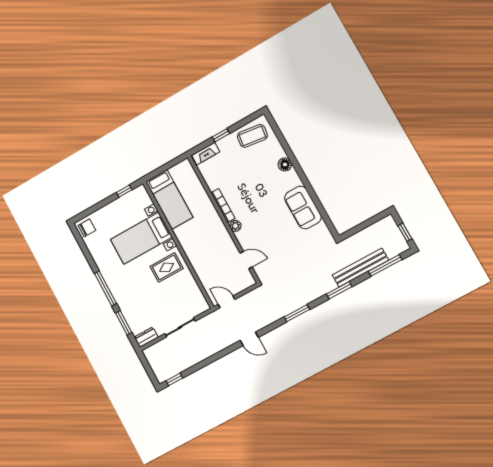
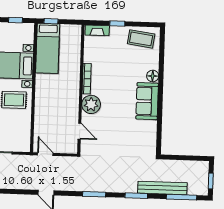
window: (157, 172) -> (51, 21), added
sofa: (303, 207) -> (147, 101), moved
plant: (235, 226) -> (91, 104), width x1.87, depth x1.87

